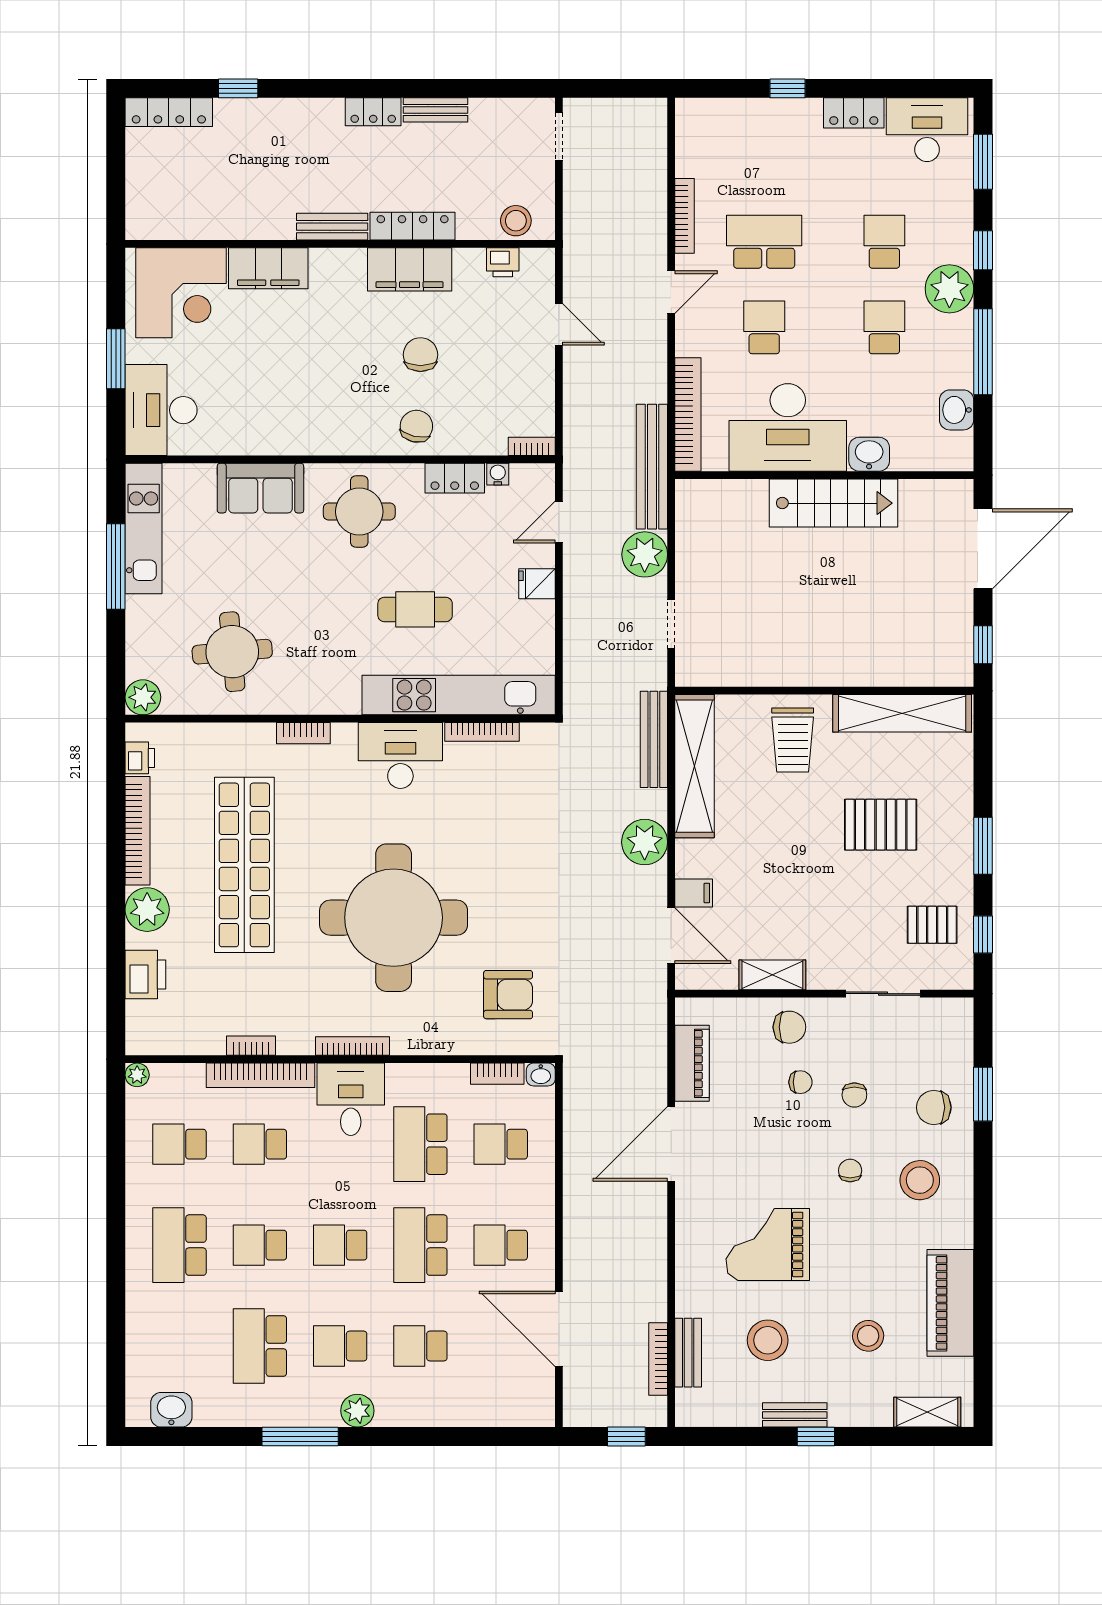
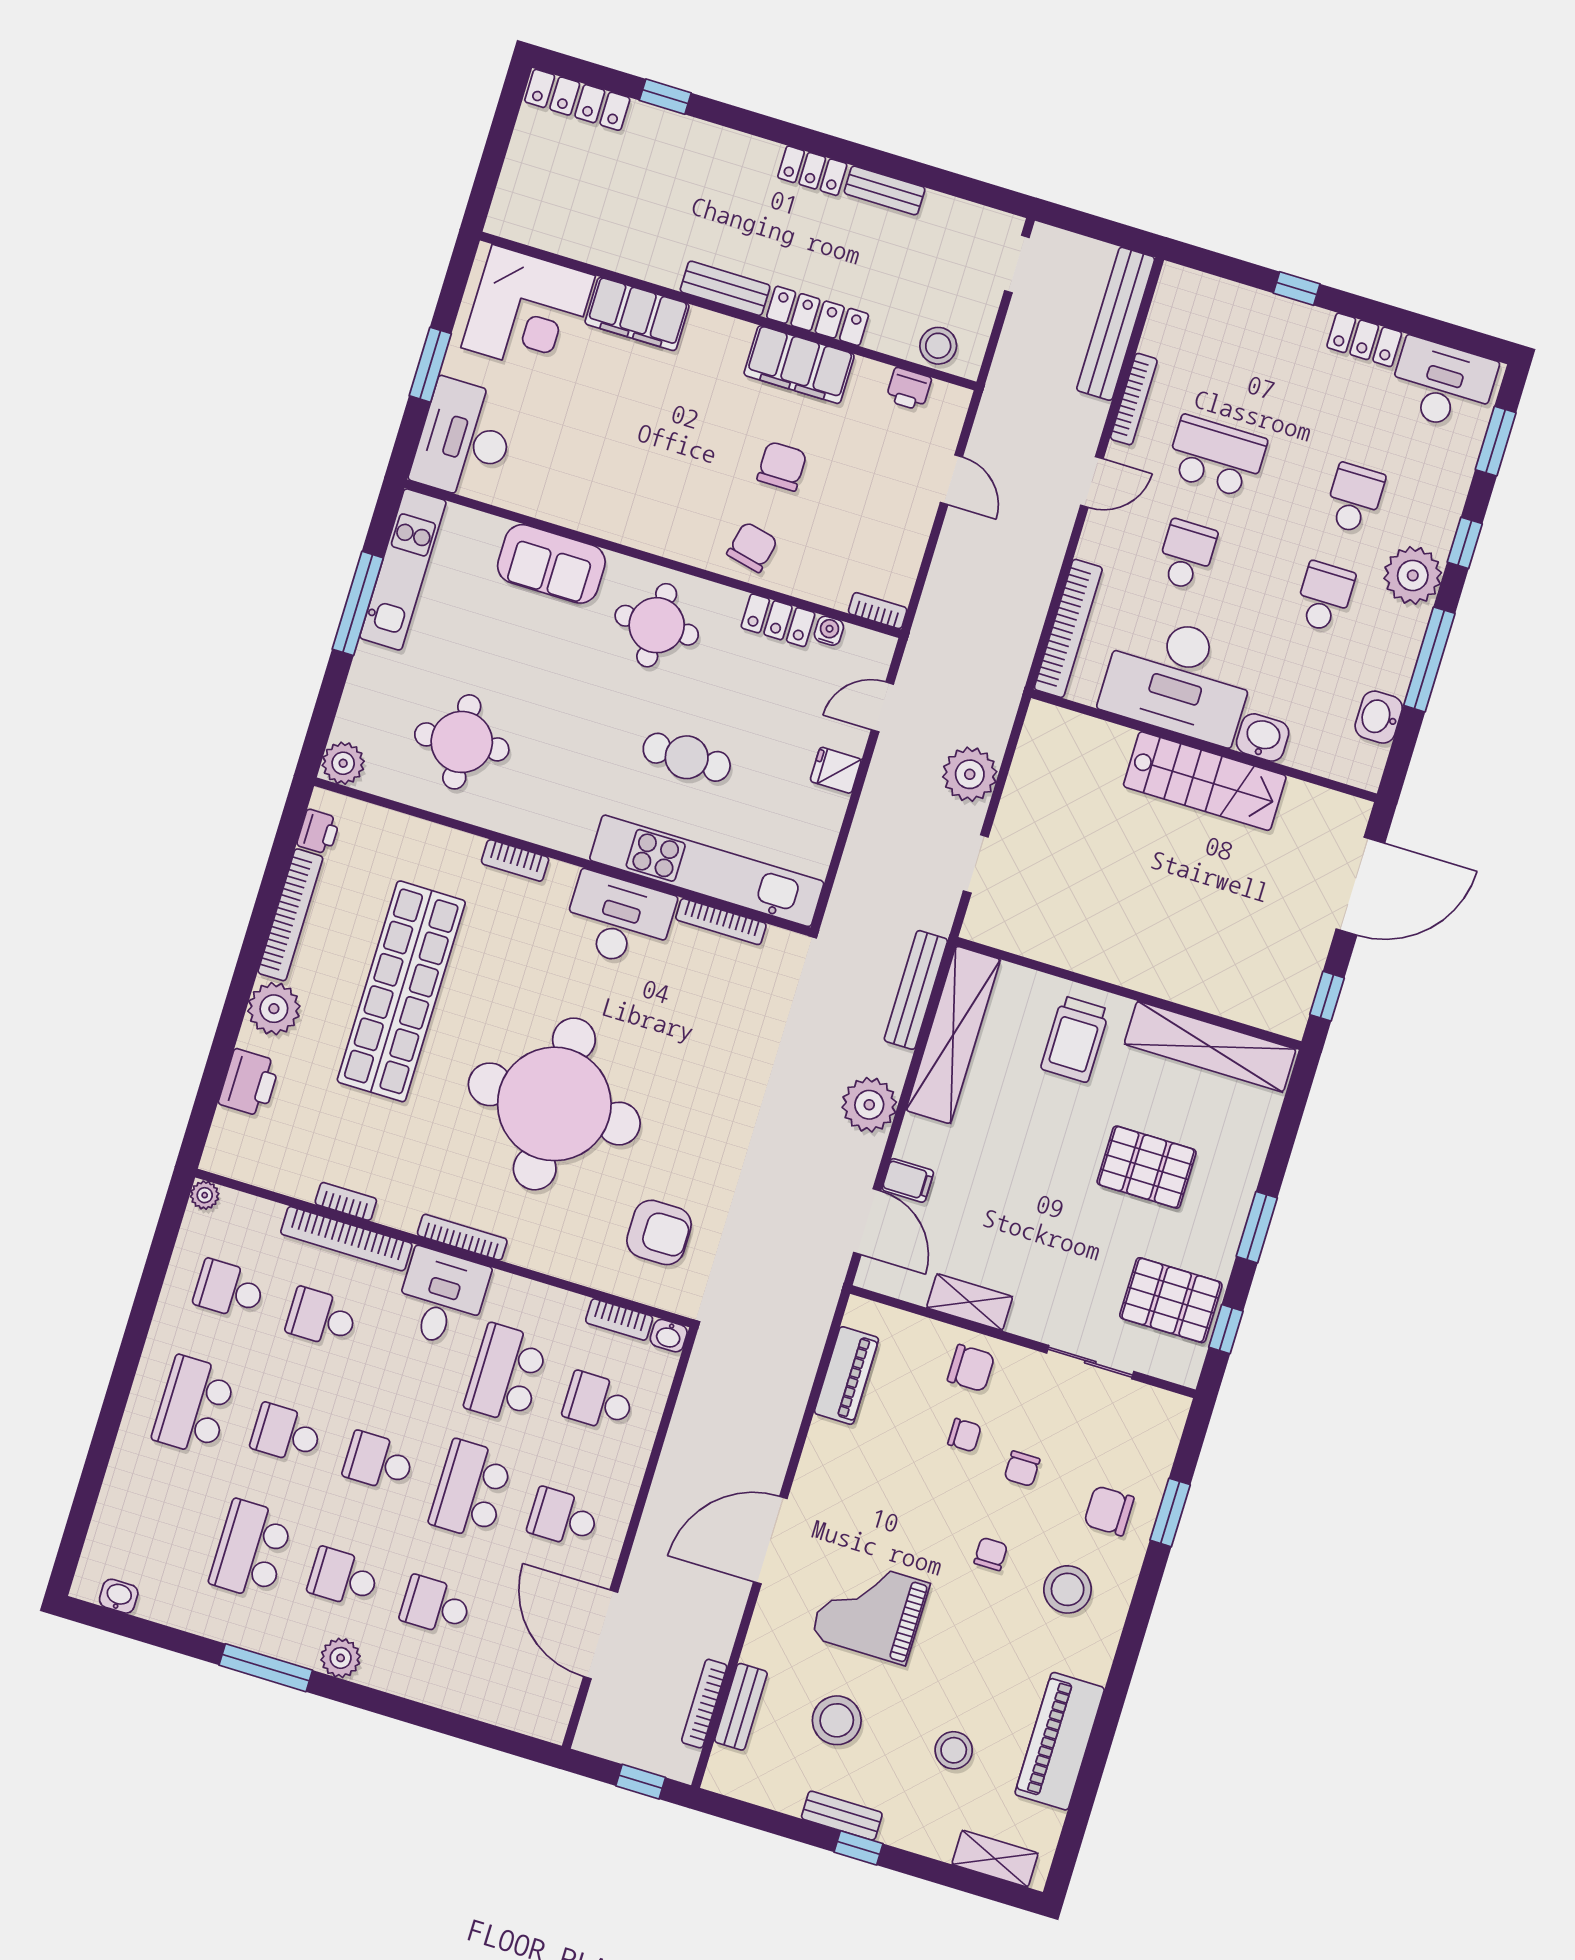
bench: (652, 467) -> (1116, 324), moved
pallet: (932, 925) -> (1171, 1300), width x1.50, depth x1.42
door: (671, 1144) -> (770, 1540), moved
washbasin: (171, 1410) -> (119, 1596), width x0.72, depth x0.69

